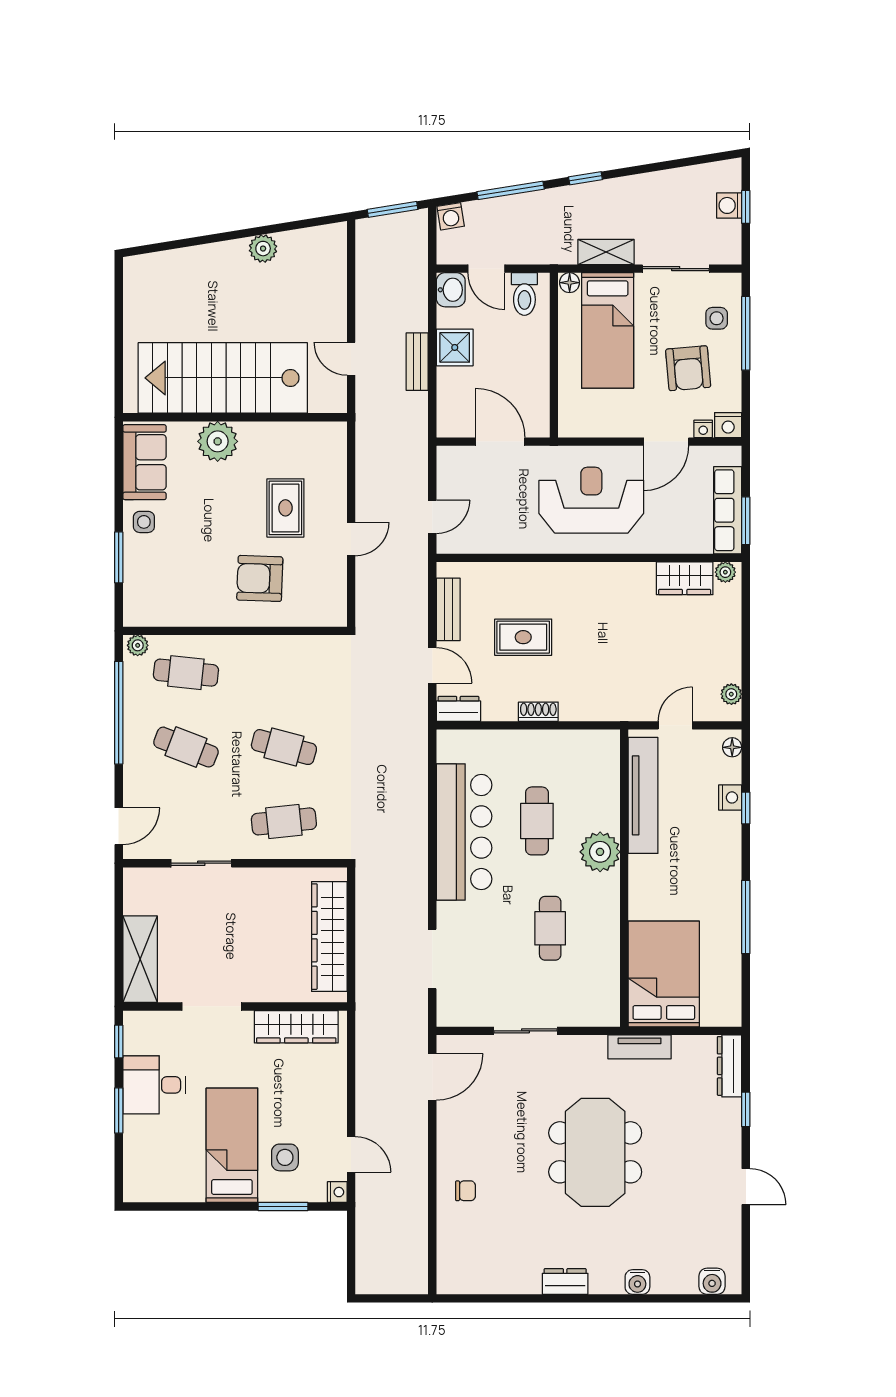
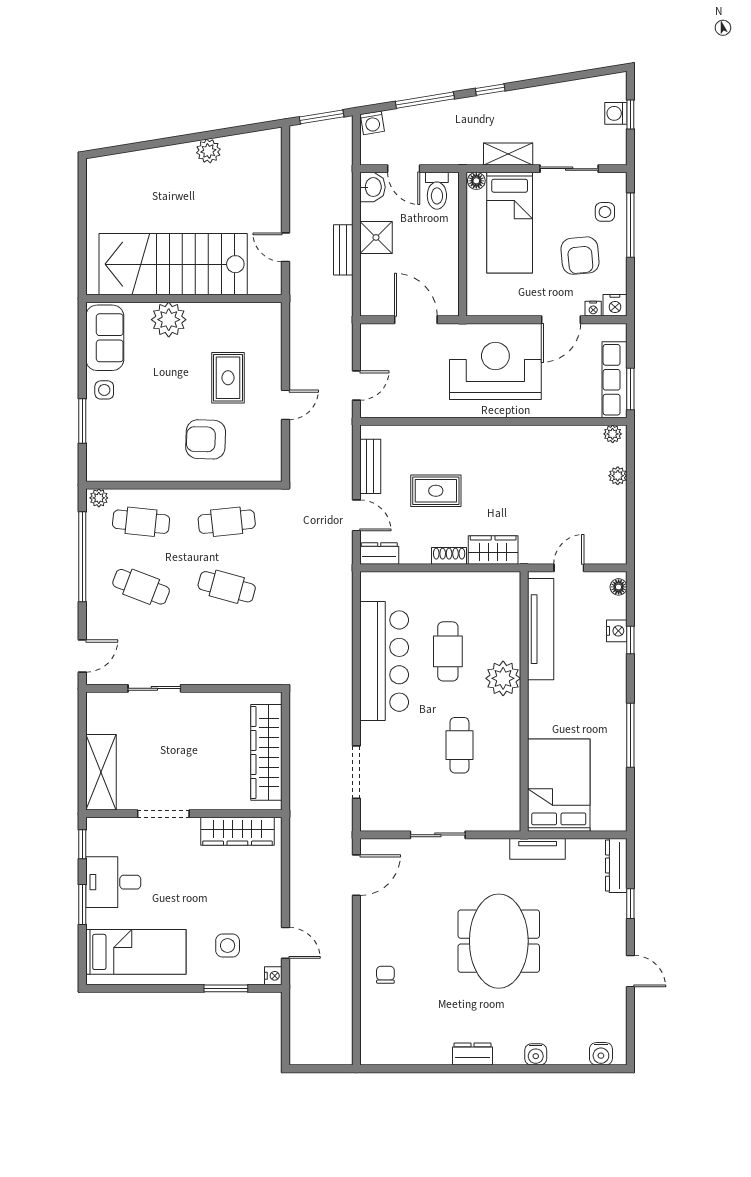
wardrobe: (685, 578) -> (493, 550), moved, turned 180
plant: (731, 694) -> (618, 476), moved
cafe table: (284, 821) -> (227, 522), moved
bed: (232, 1145) -> (136, 952), moved, turned 90
chair: (466, 1191) -> (385, 975), turned -90

